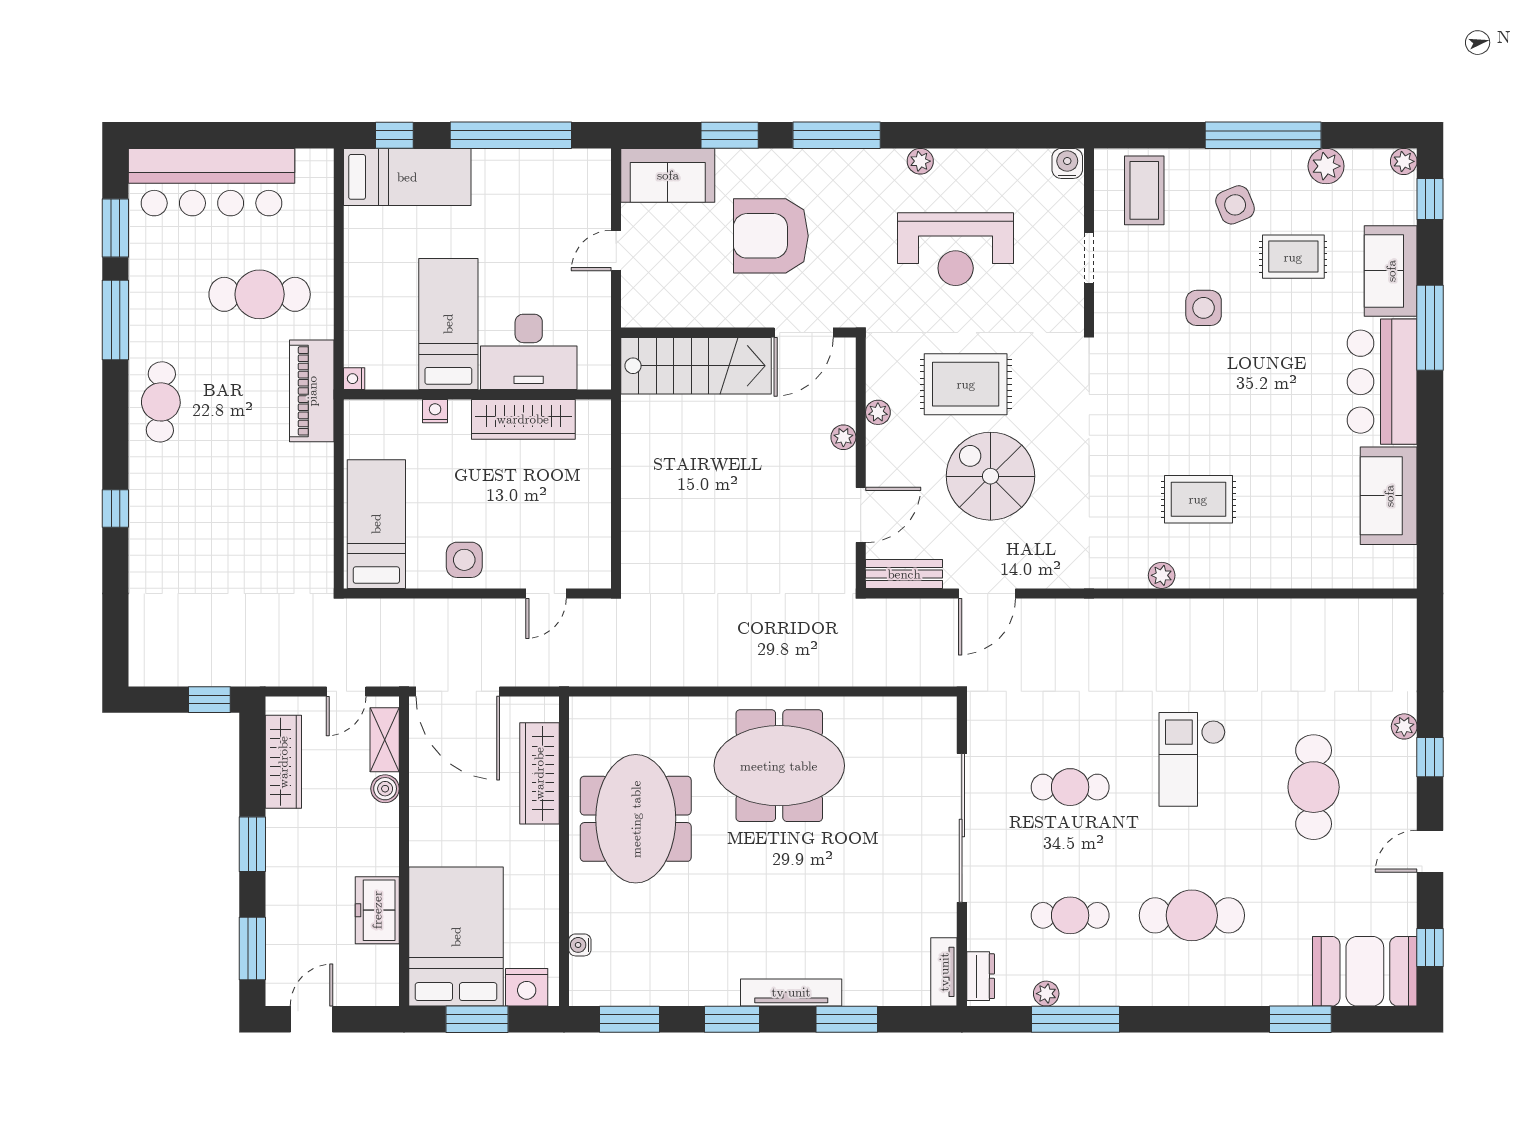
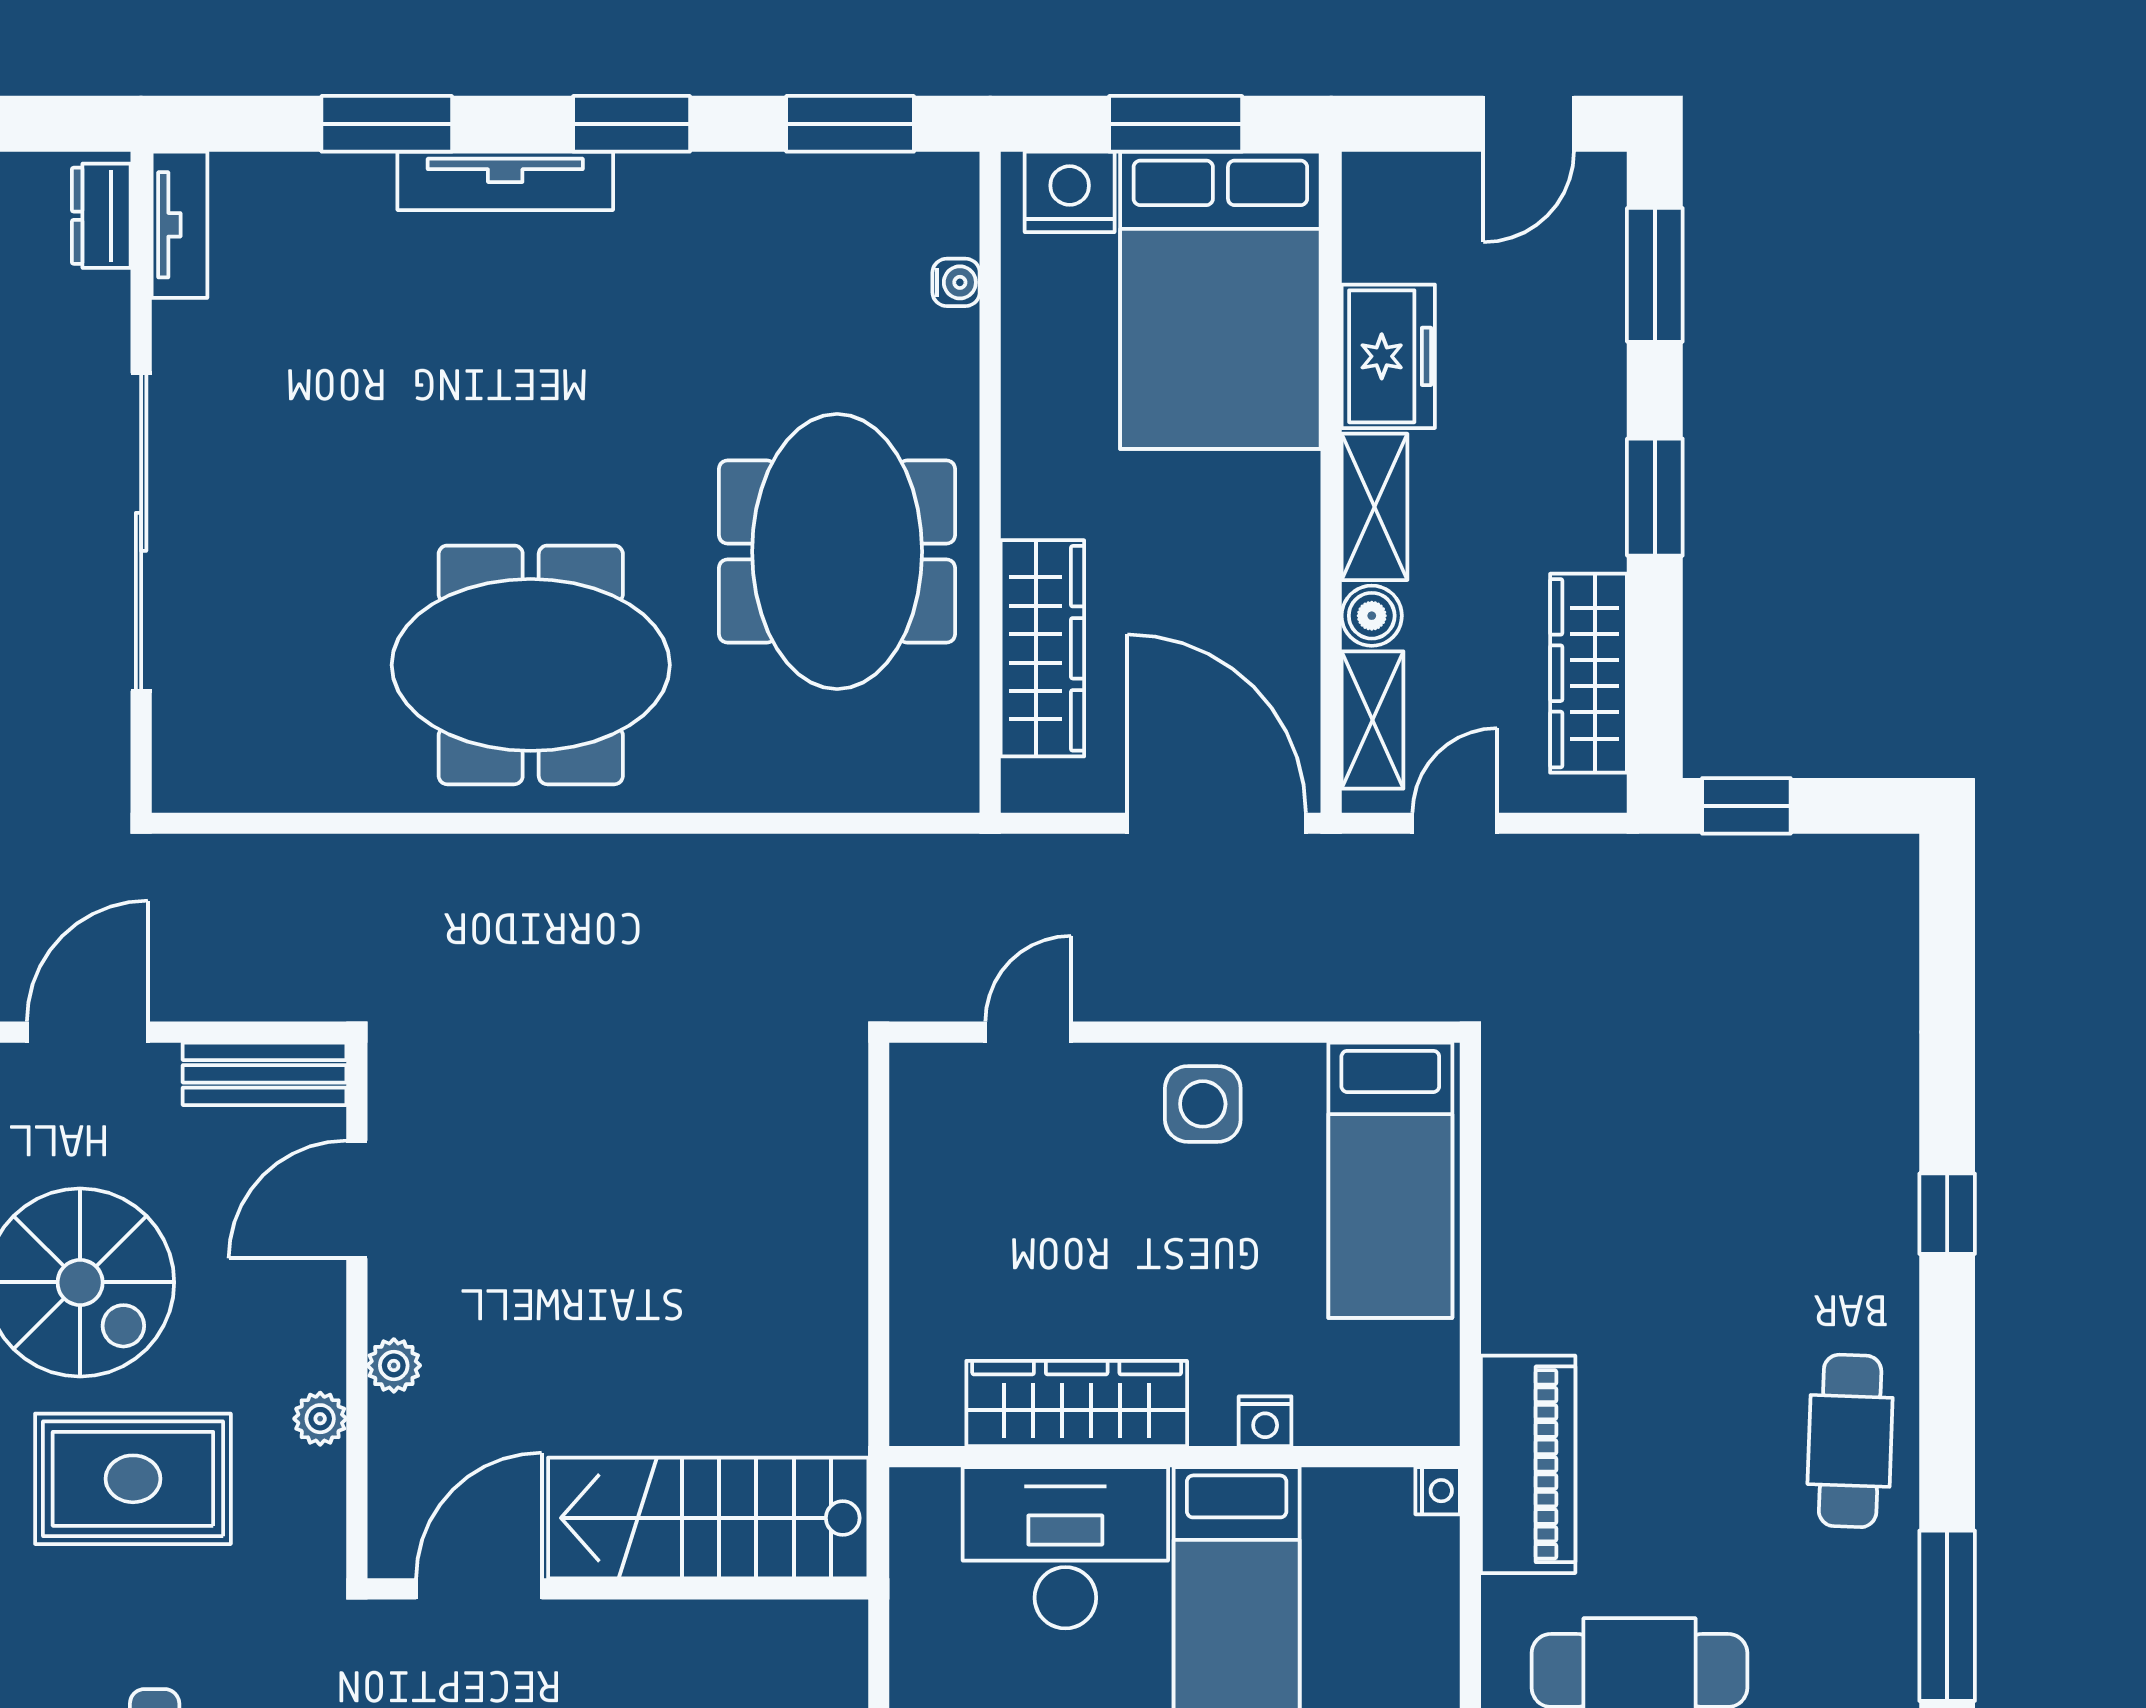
shelving: (384, 840) -> (1375, 507), added

